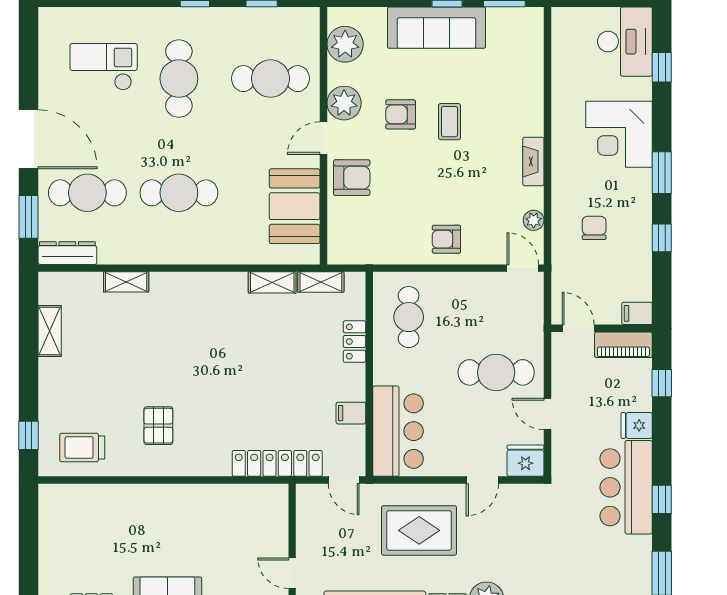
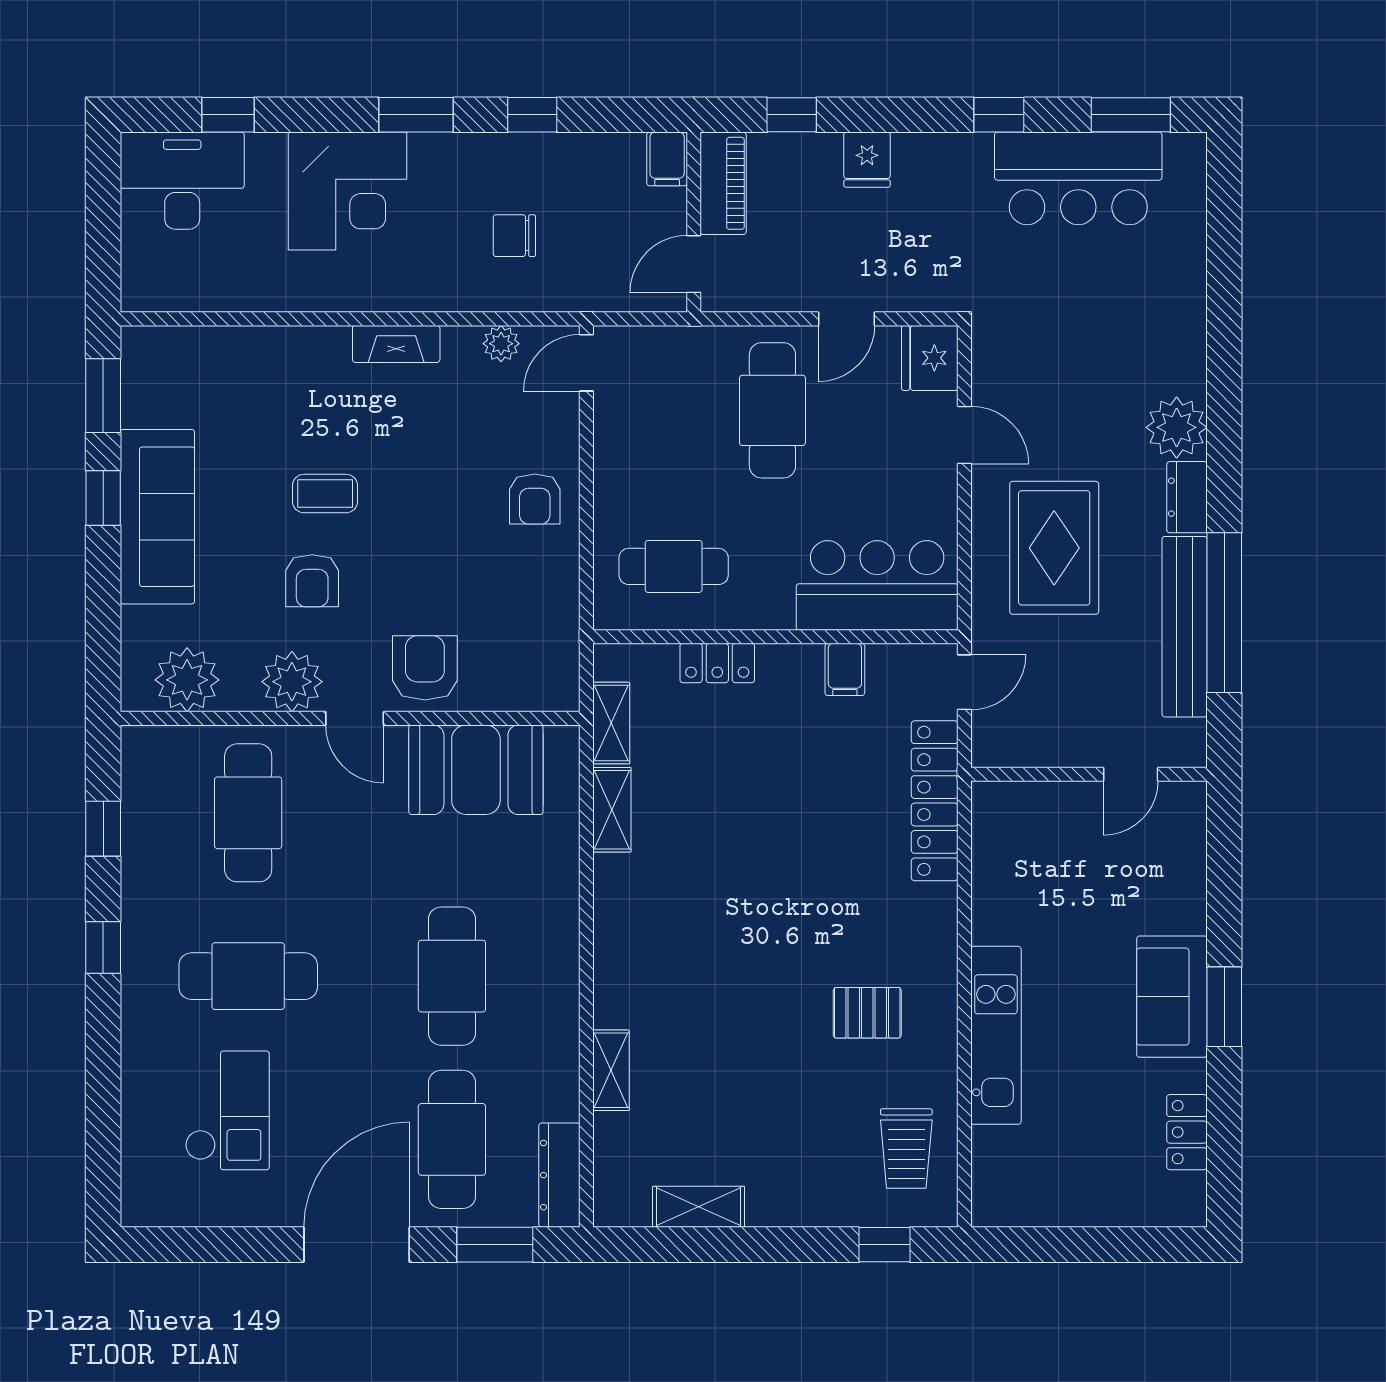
checkout: (104, 67) -> (227, 1110), turned 180
bar counter: (626, 487) -> (1078, 178), moved
kitchen unit: (146, 498) -> (996, 1035), added

